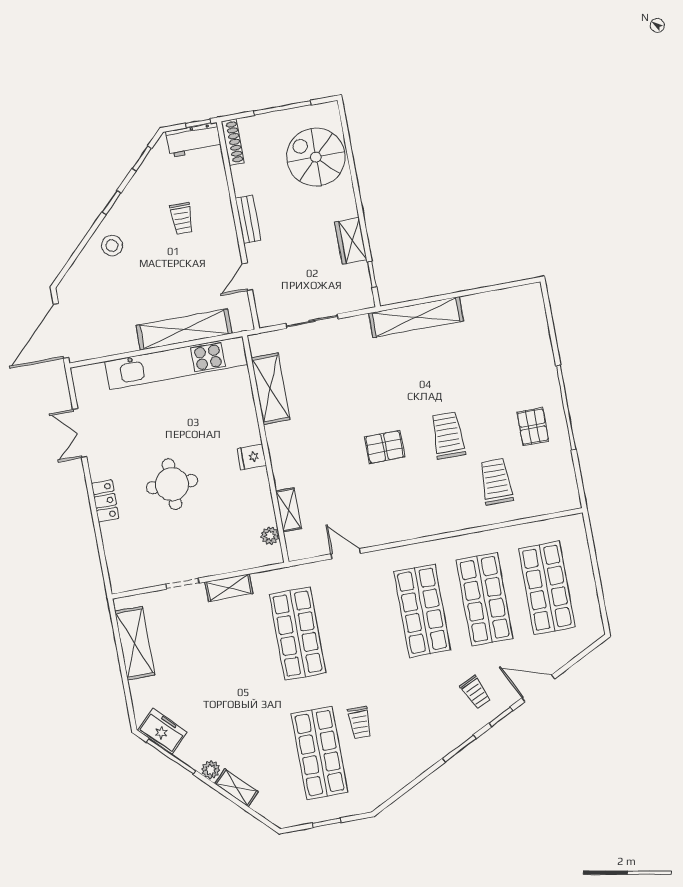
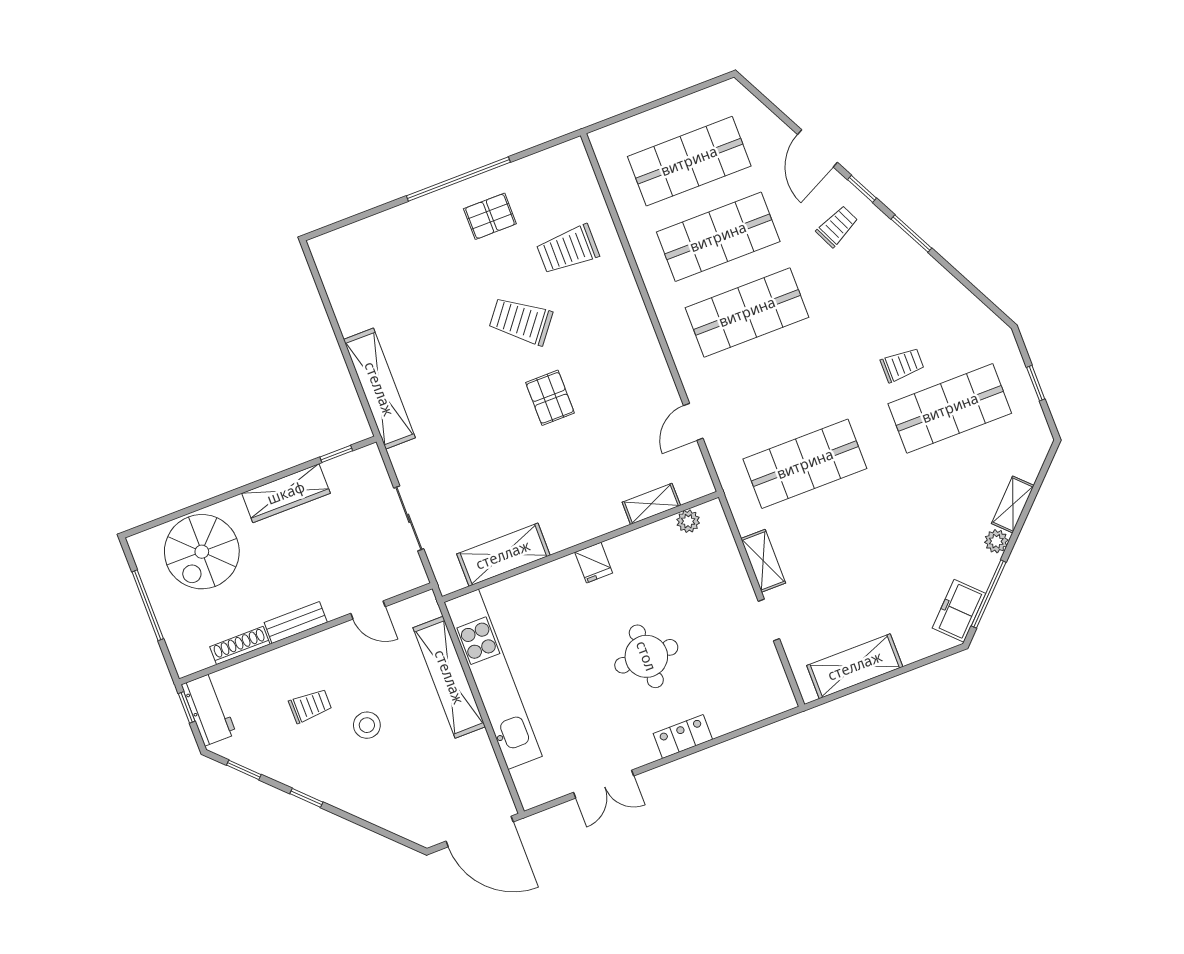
shoe rack: (233, 142) -> (240, 645), moved
wardrobe: (351, 241) -> (286, 493), width x1.50
stool: (112, 246) -> (367, 725), moved
trolley: (448, 435) -> (521, 321), turned 38

